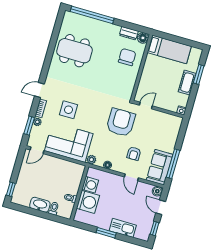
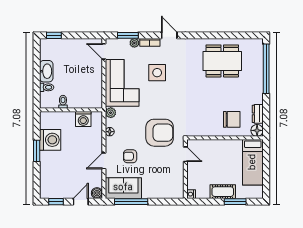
dining table: (74, 51) -> (222, 61), turned 90
washing machine: (88, 202) -> (50, 140), moved, turned -90
kitchen sink: (123, 228) -> (47, 167), removed

